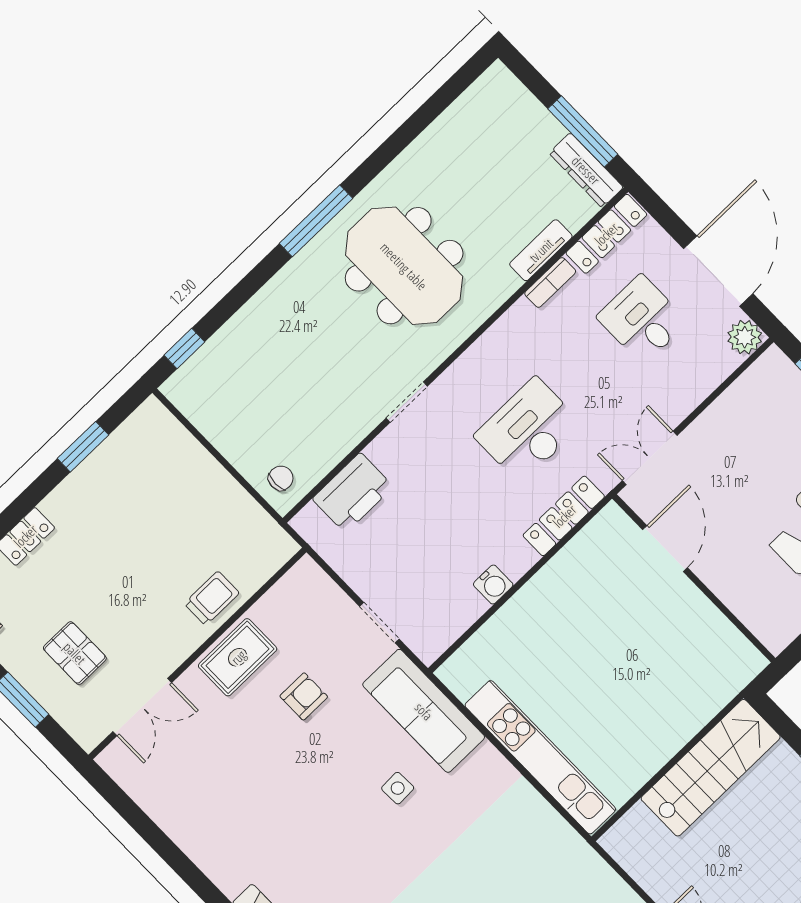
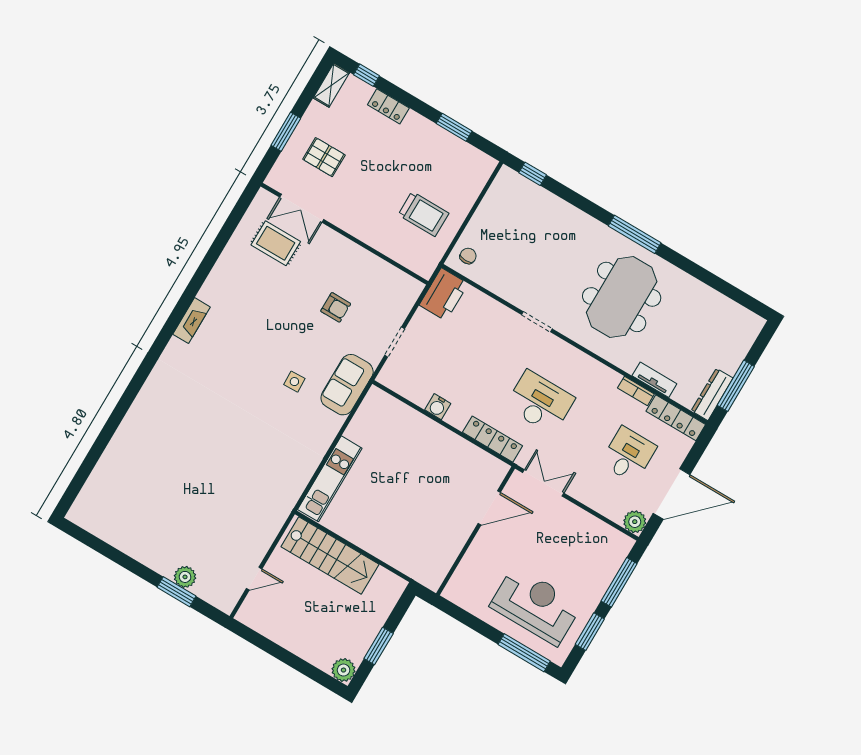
chair: (281, 478) -> (468, 256), turned -90
printer: (353, 493) -> (444, 294), moved, turned -90
trolley: (212, 598) -> (424, 214), moved, width x1.36, depth x1.39
pallet: (75, 653) -> (324, 157), turned 90
rug: (238, 657) -> (276, 243), moved
sofa: (424, 711) -> (347, 385), width x0.73
kitchen unit: (540, 757) -> (330, 479), width x0.73
stairs: (711, 768) -> (330, 556), moved

